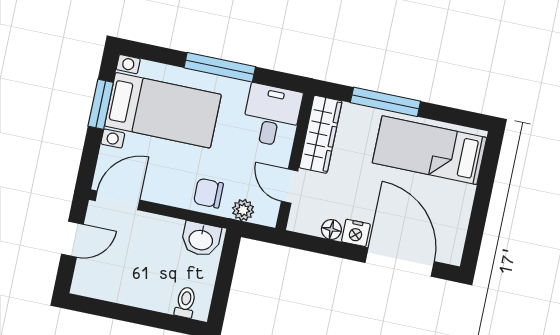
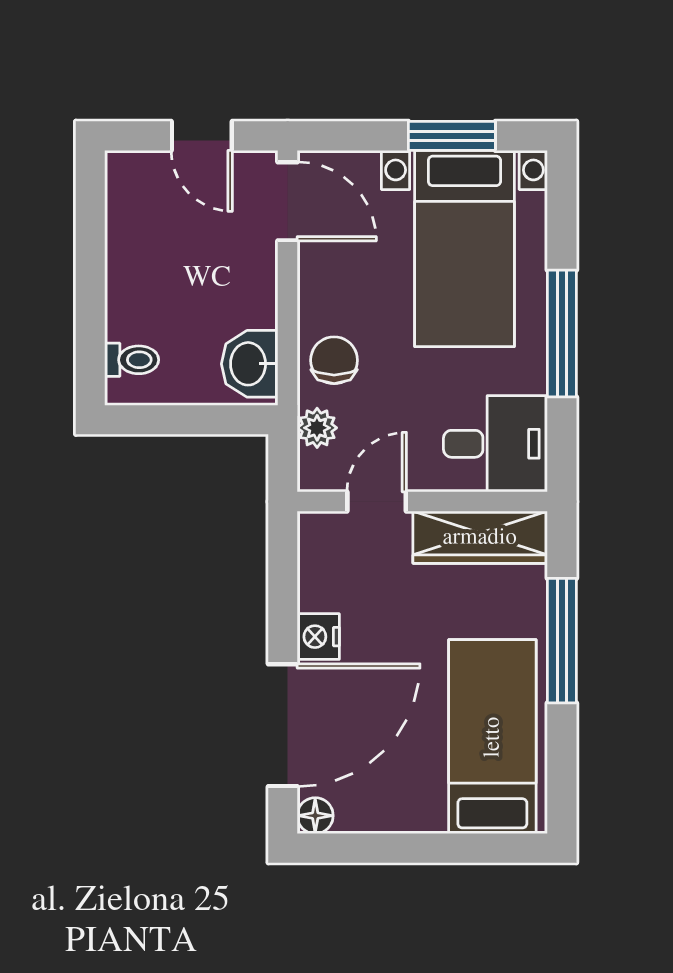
floor lamp: (331, 229) -> (315, 816), moved

